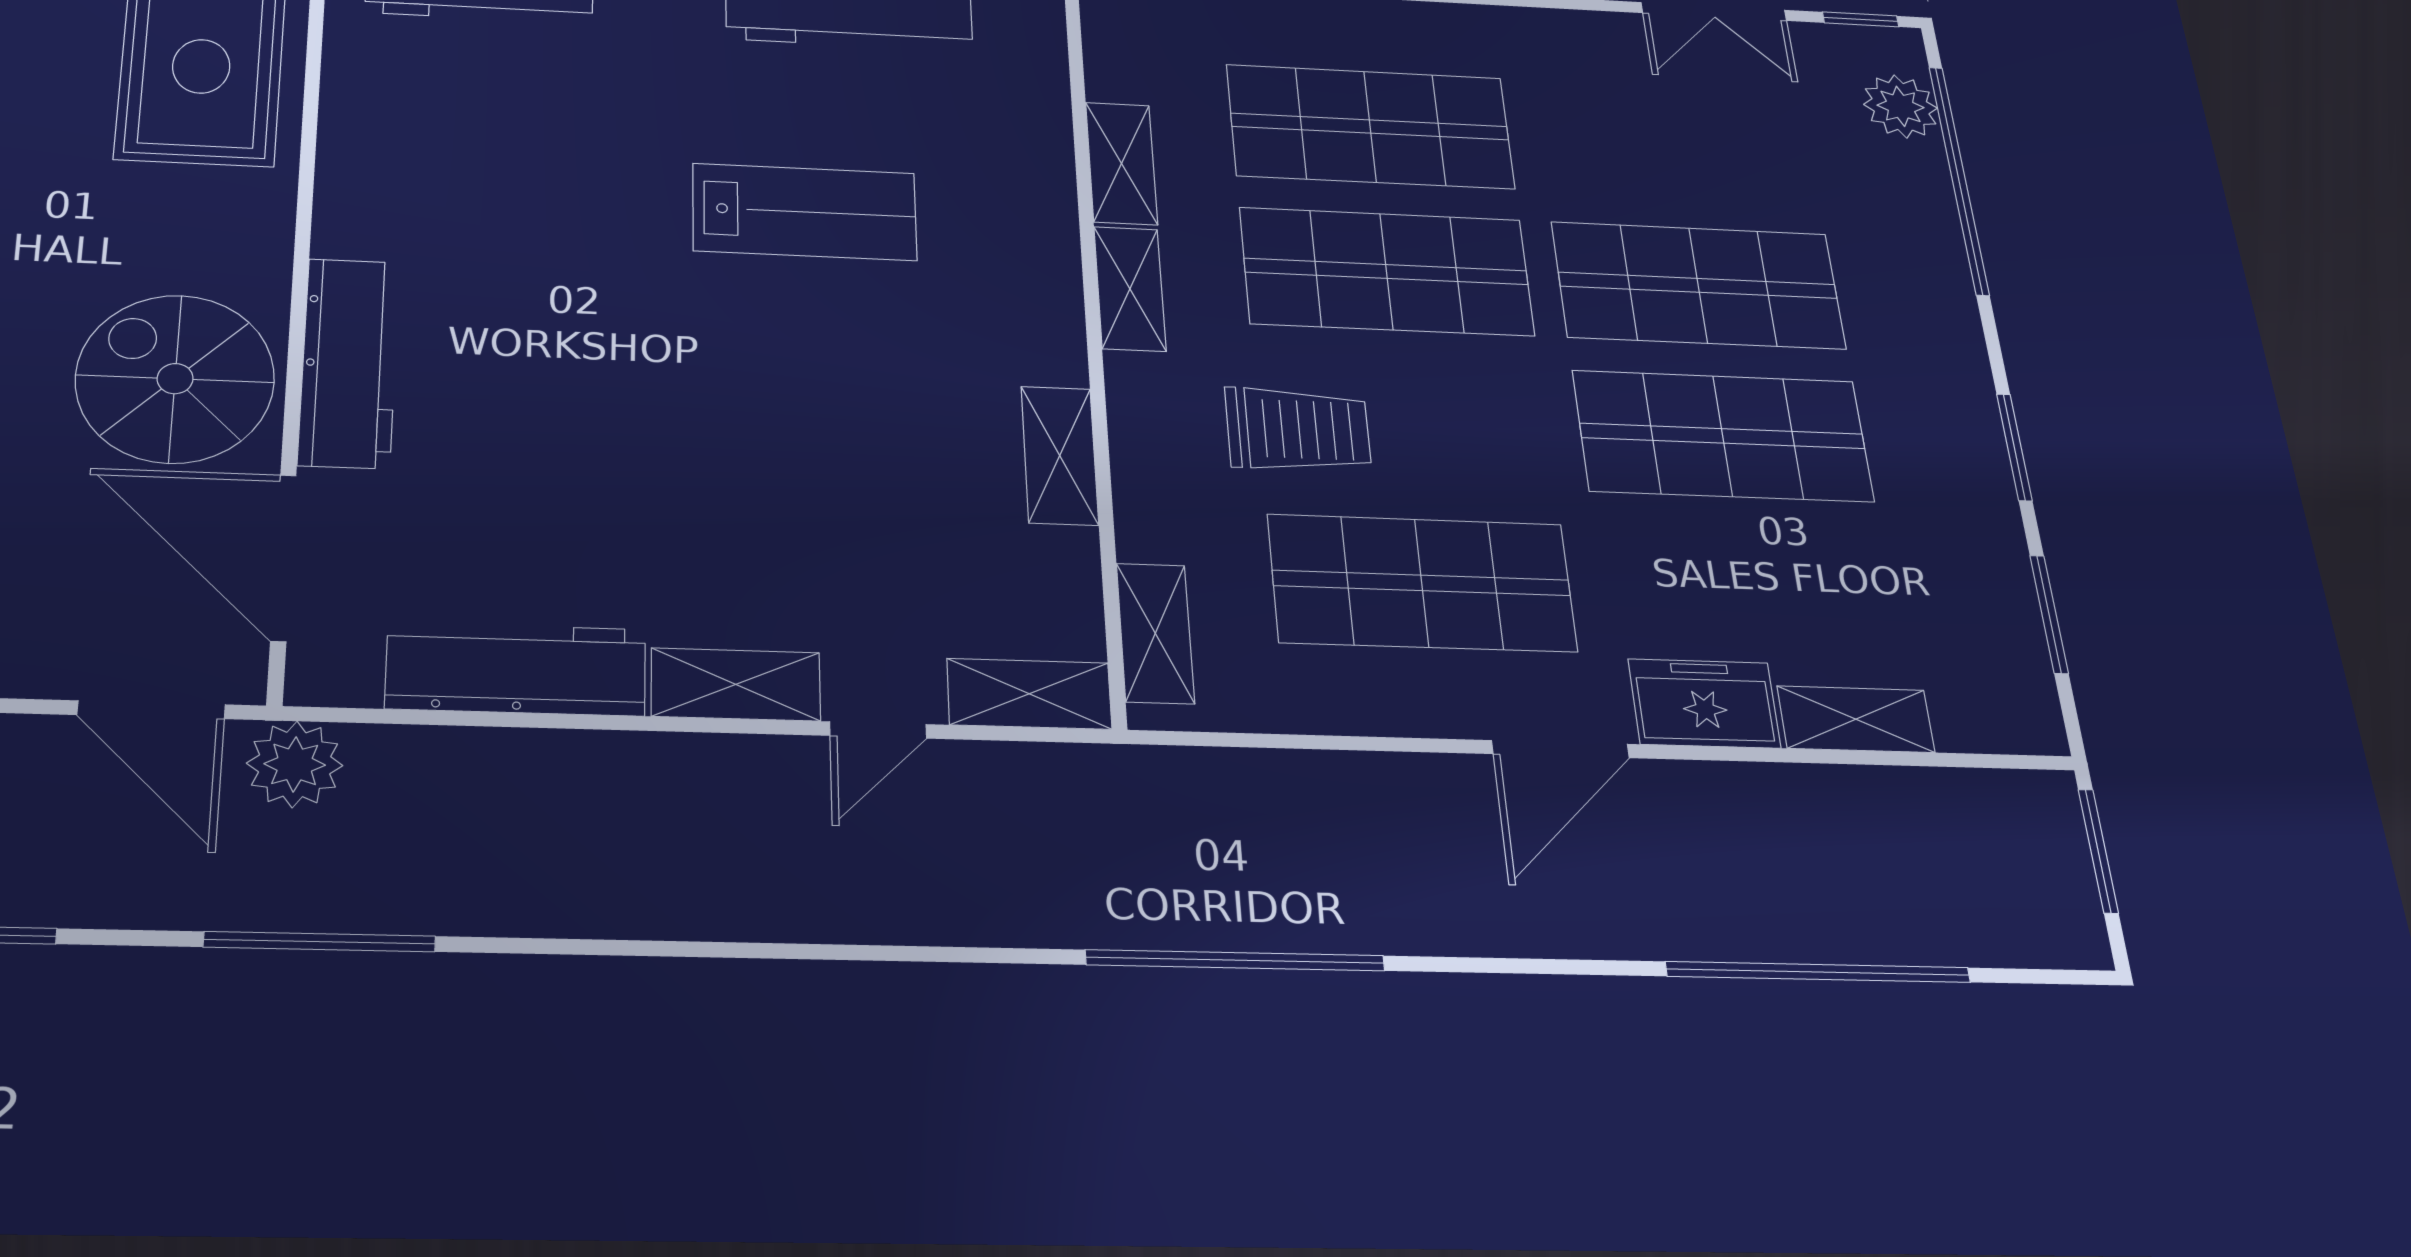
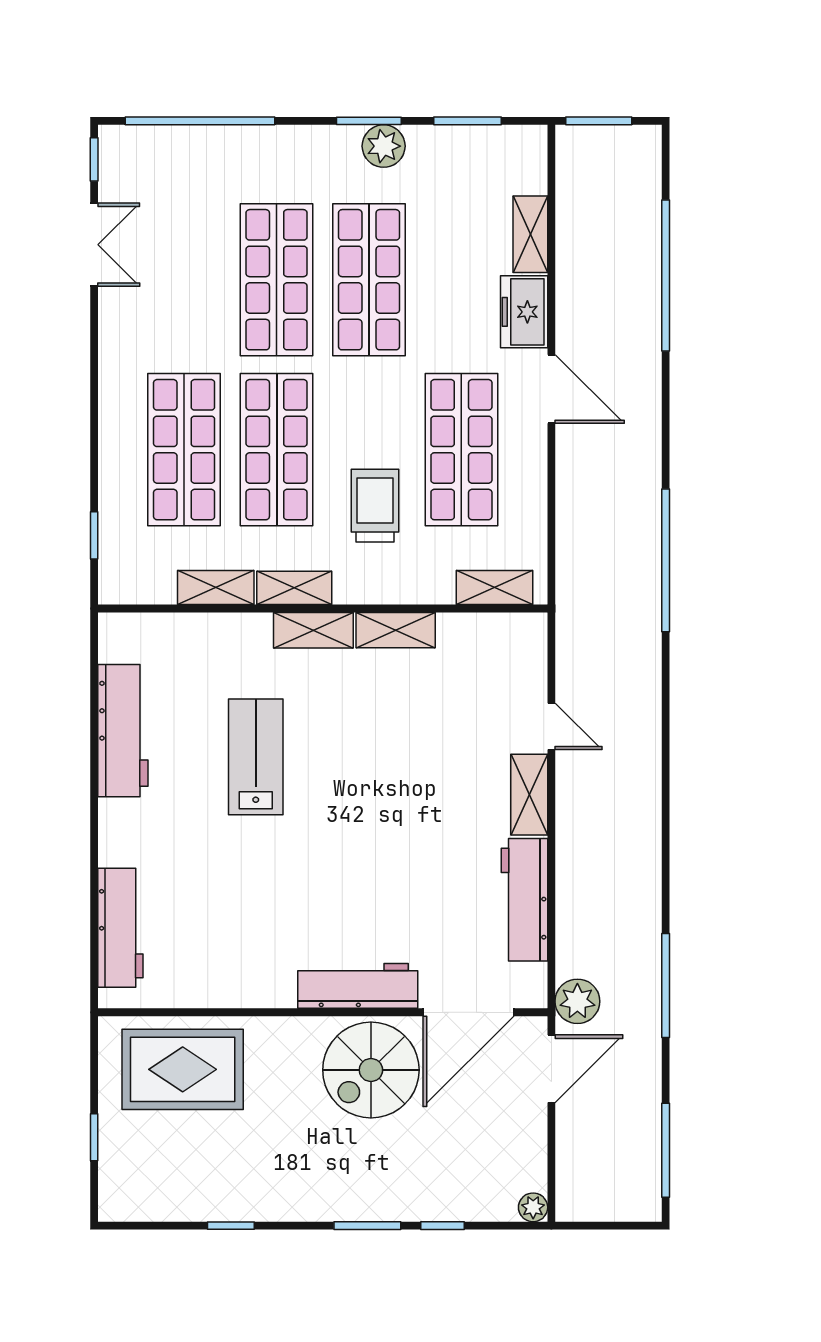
plant: (1900, 106) -> (384, 146), moved
shelving: (1029, 694) -> (313, 630), moved, turned 90

